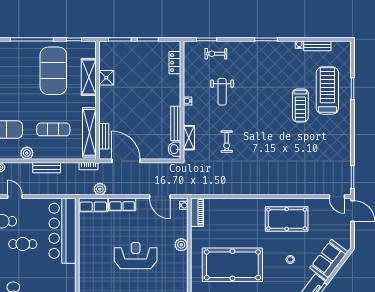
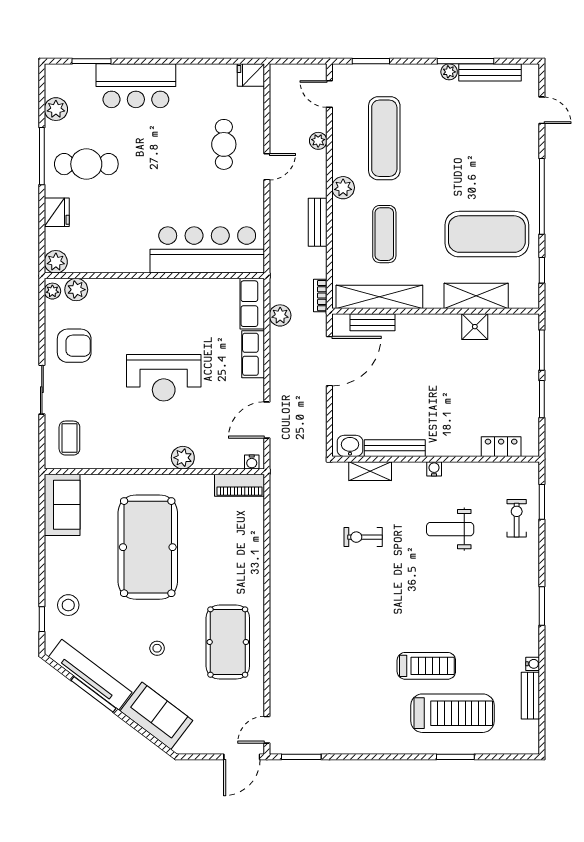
treadmill: (300, 105) -> (426, 666), turned 180
cafe table: (23, 244) -> (184, 181), removed
reception desk: (136, 256) -> (164, 378), turned 90

